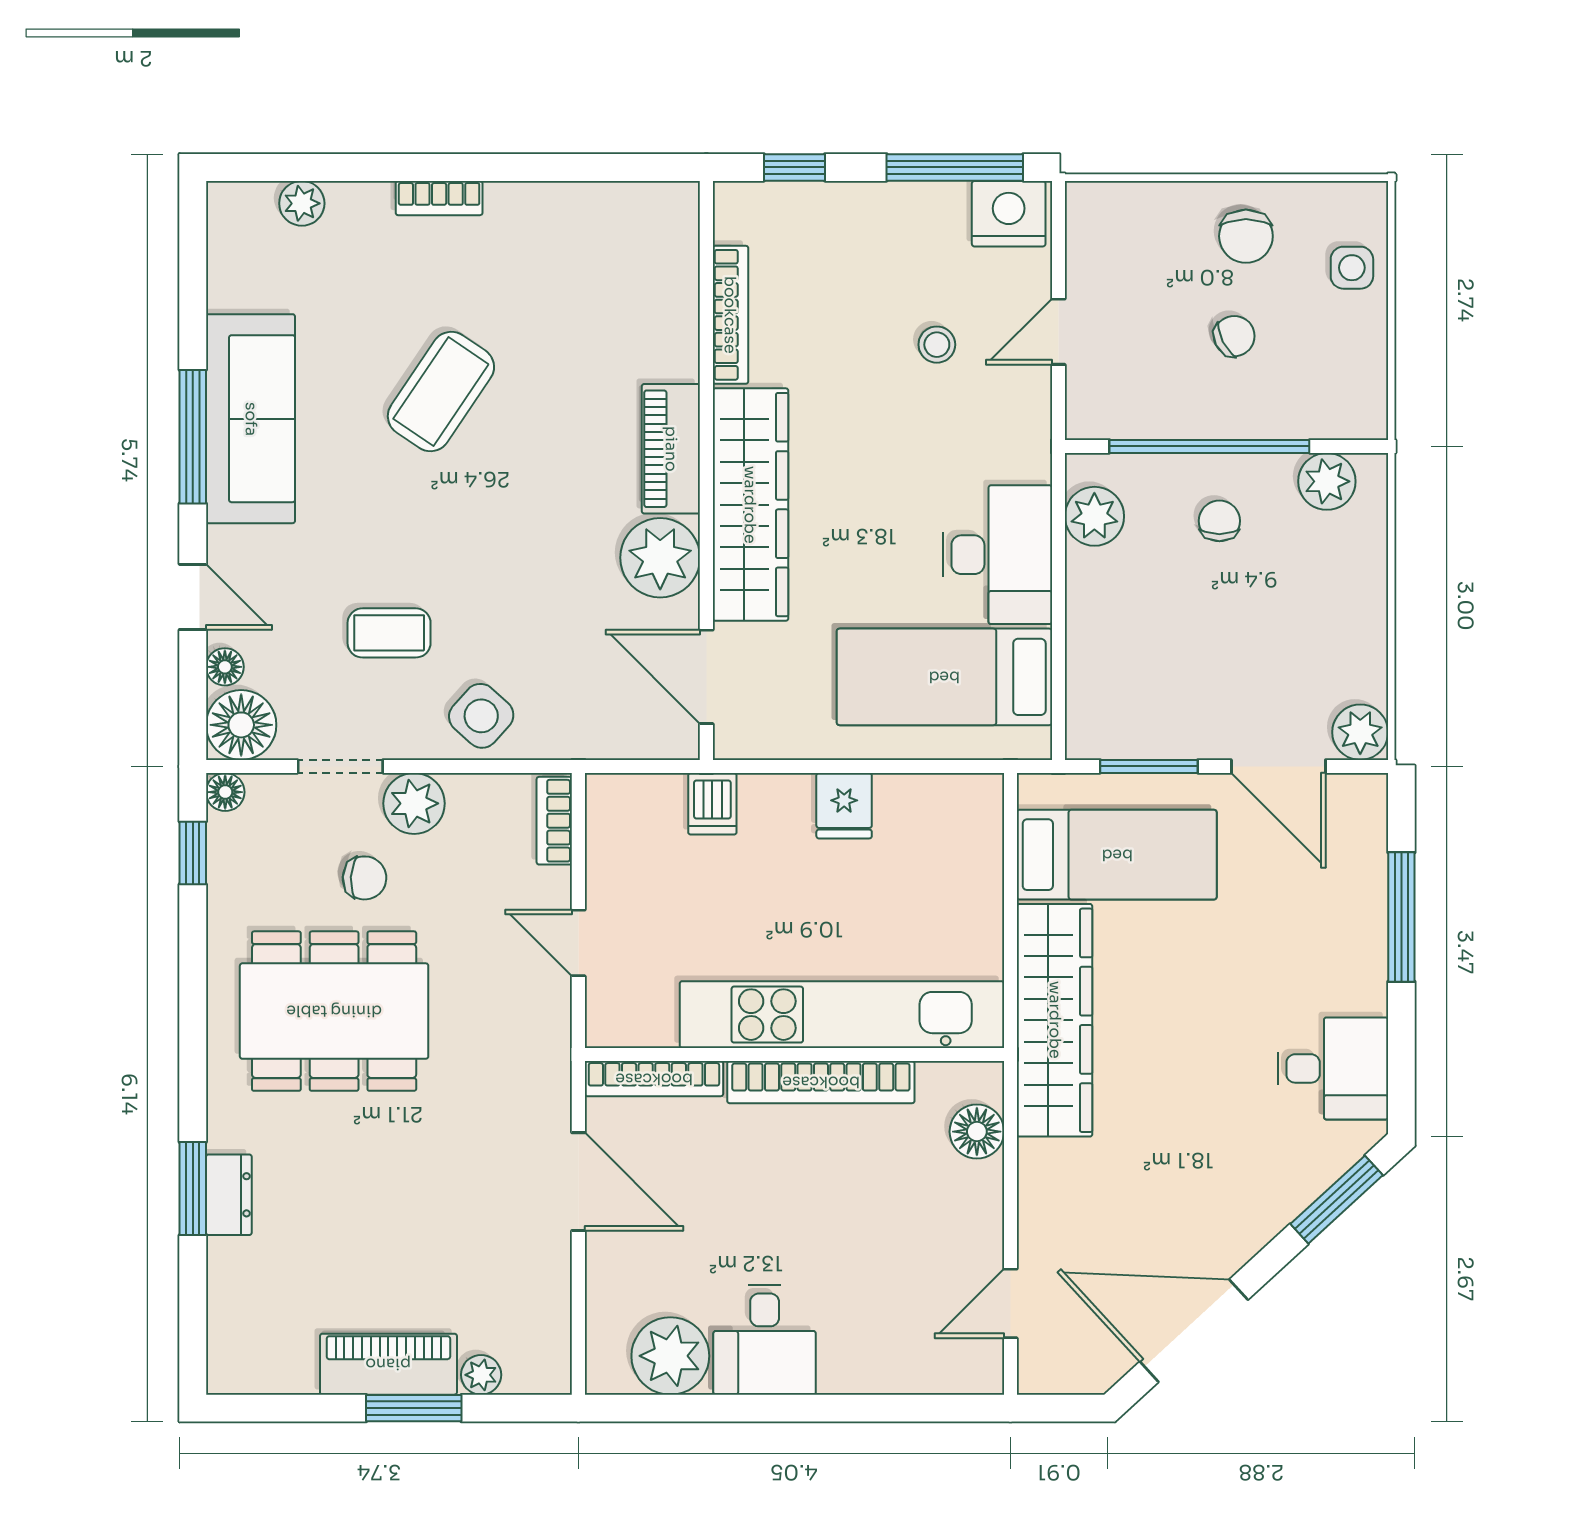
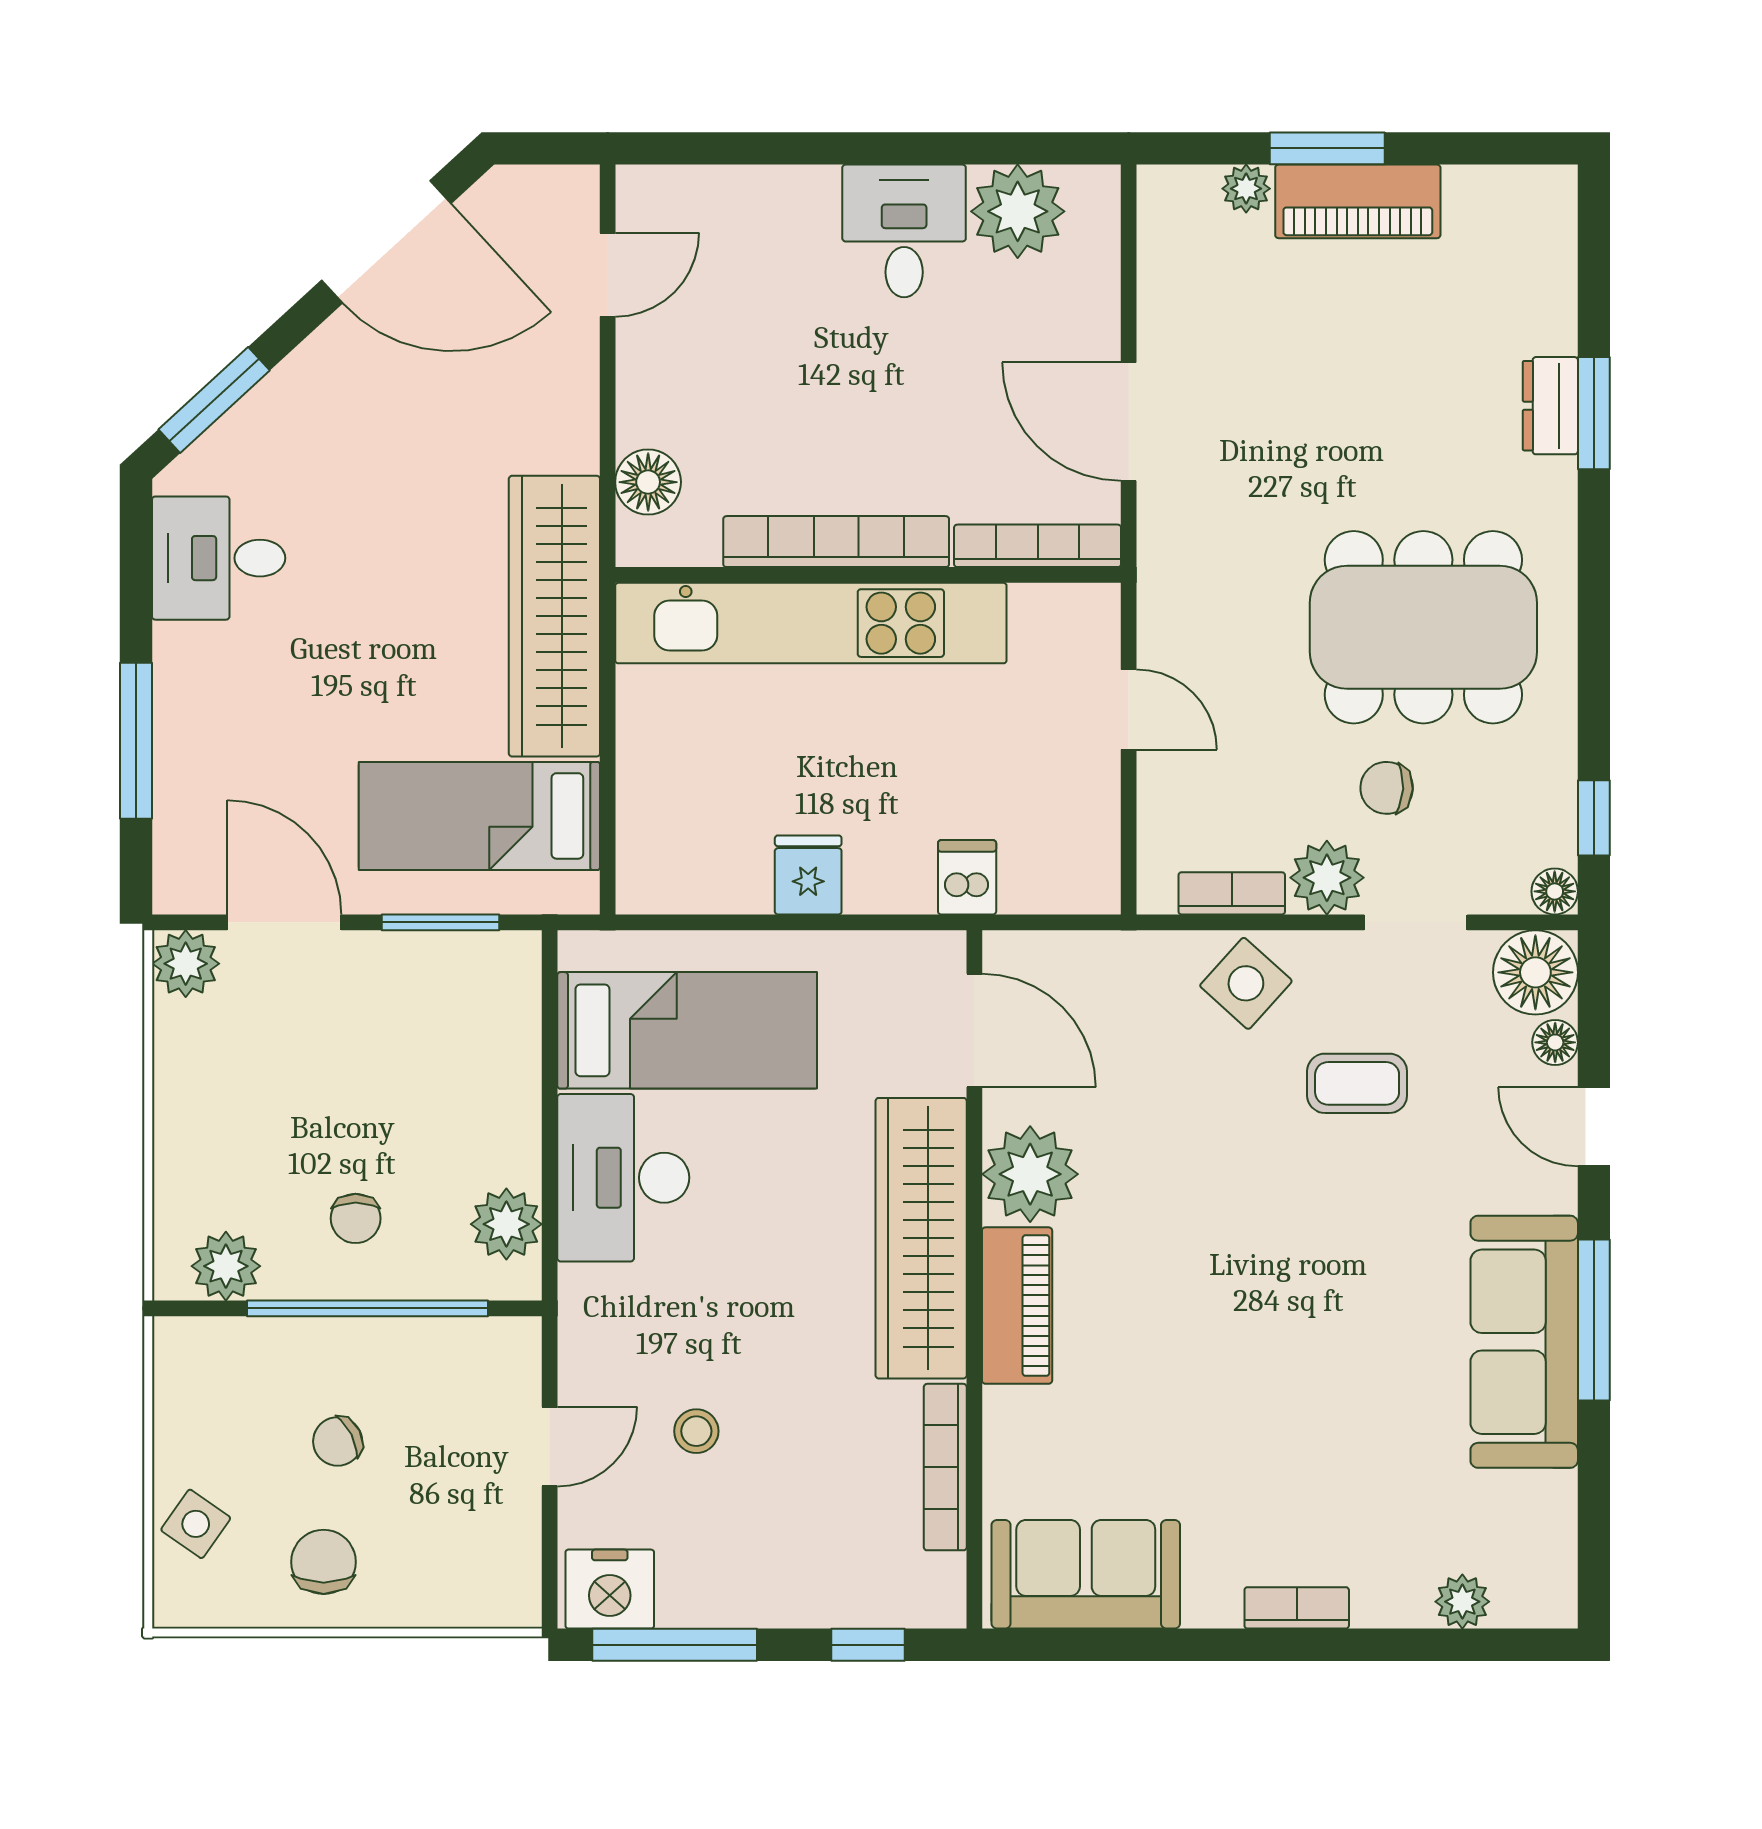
sofa: (614, 226) -> (1086, 1574), added
side table: (1352, 268) -> (196, 1524), turned 35
coffee table: (441, 391) -> (1294, 1375), removed
bookcase: (554, 821) -> (1232, 893), moved, turned -90

